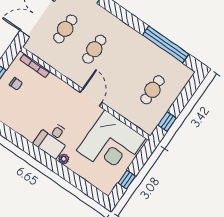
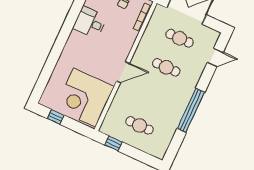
window: (166, 45) -> (191, 110), moved
desk: (53, 139) -> (90, 23), moved
plant: (64, 159) -> (64, 58), removed

